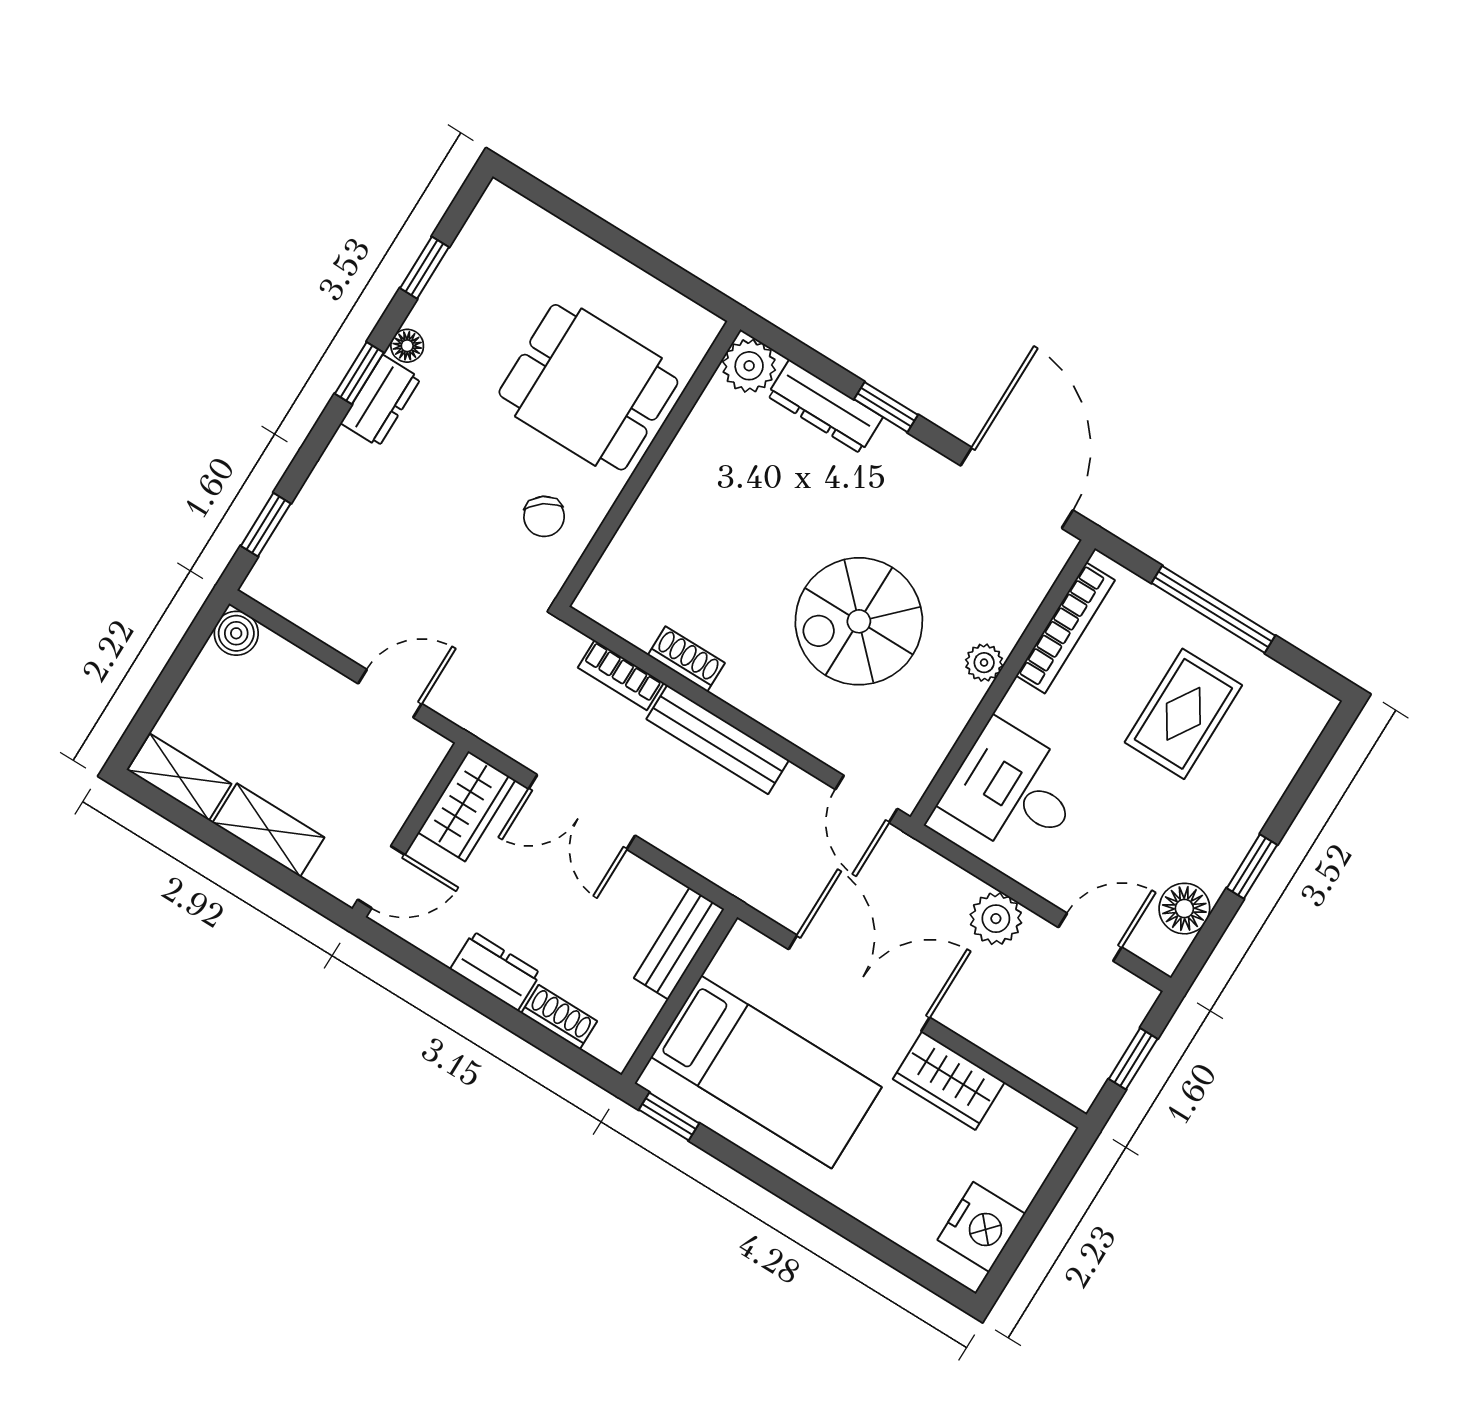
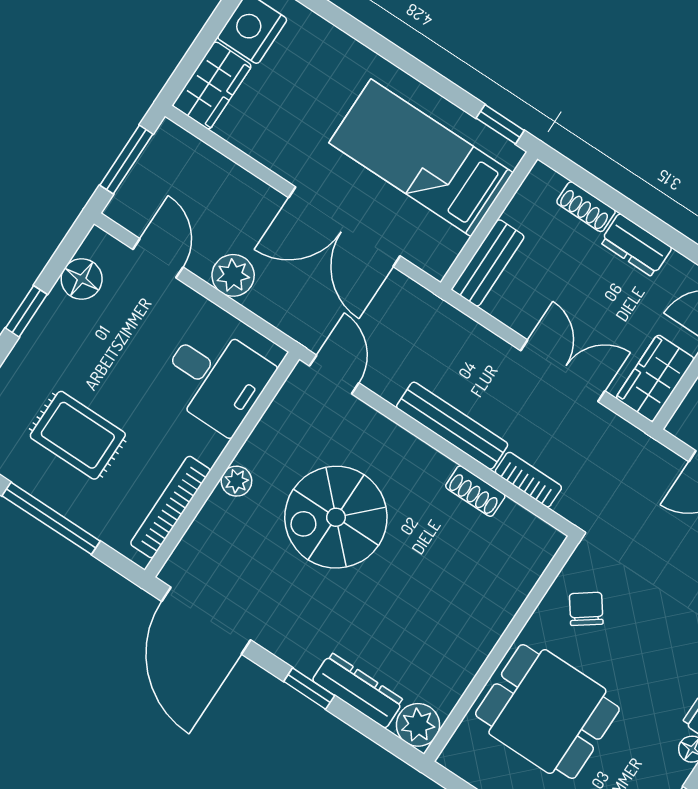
spiral stairs: (859, 621) -> (336, 517), turned 180
rug: (1183, 714) -> (78, 435), turned 90
door: (1090, 937) -> (158, 258), swing flipped
window: (1133, 1059) -> (126, 160), width x1.50
wardrobe: (949, 1081) -> (212, 85), moved, turned 90

